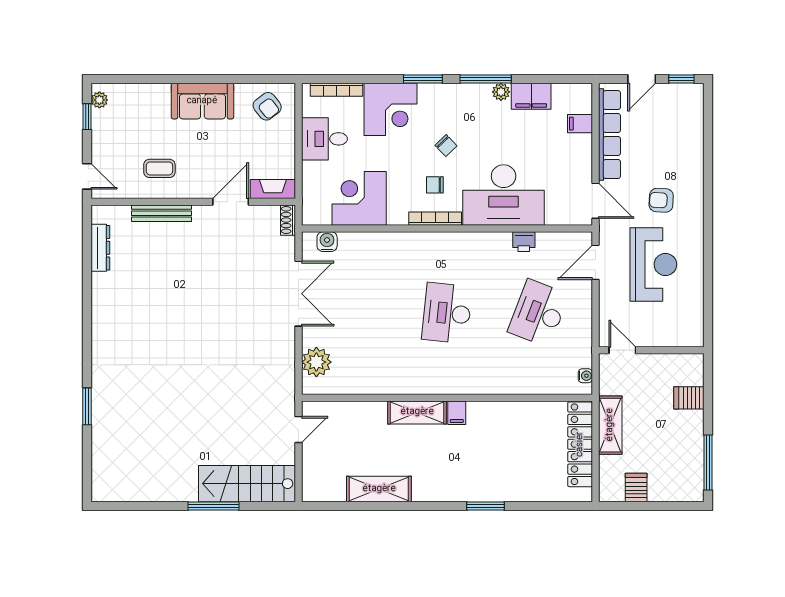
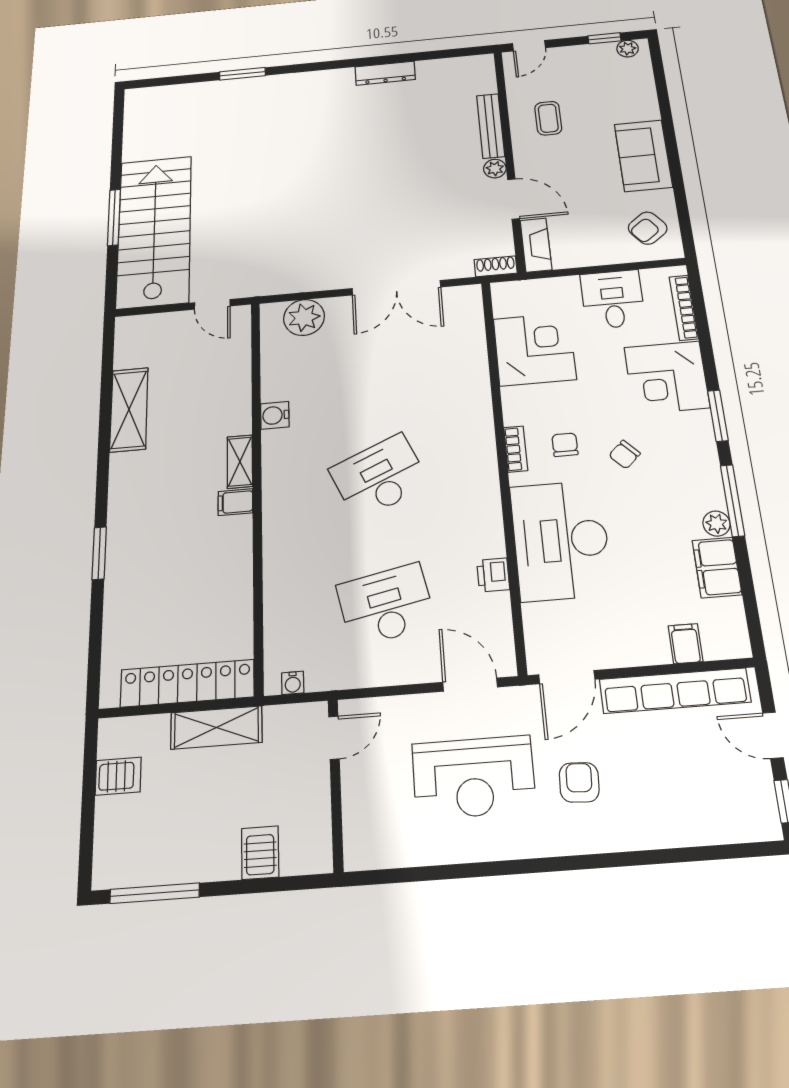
plant: (202, 213) -> (495, 169), added
bookcase: (435, 219) -> (516, 449), width x0.64
water cooler: (327, 242) -> (275, 415), moved, turned 180
dresser: (100, 248) -> (385, 73), moved
desk: (447, 313) -> (379, 477), turned -30
desk: (538, 313) -> (386, 605), turned -33
shelving: (417, 412) -> (240, 462), width x0.67, depth x0.75
stairs: (247, 484) -> (154, 231), width x1.36, depth x1.51

